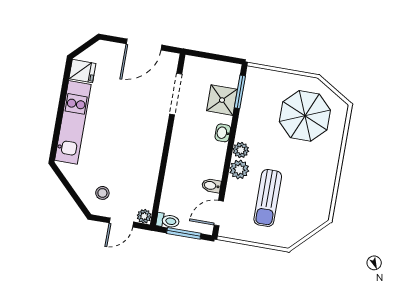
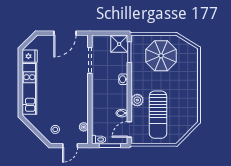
shower: (222, 100) -> (119, 44), moved
parasol: (305, 116) -> (161, 56), moved
plant: (241, 150) -> (136, 88), removed
sun lounger: (268, 198) -> (158, 115), width x1.36, depth x1.34
plant: (144, 216) -> (84, 127), moved

